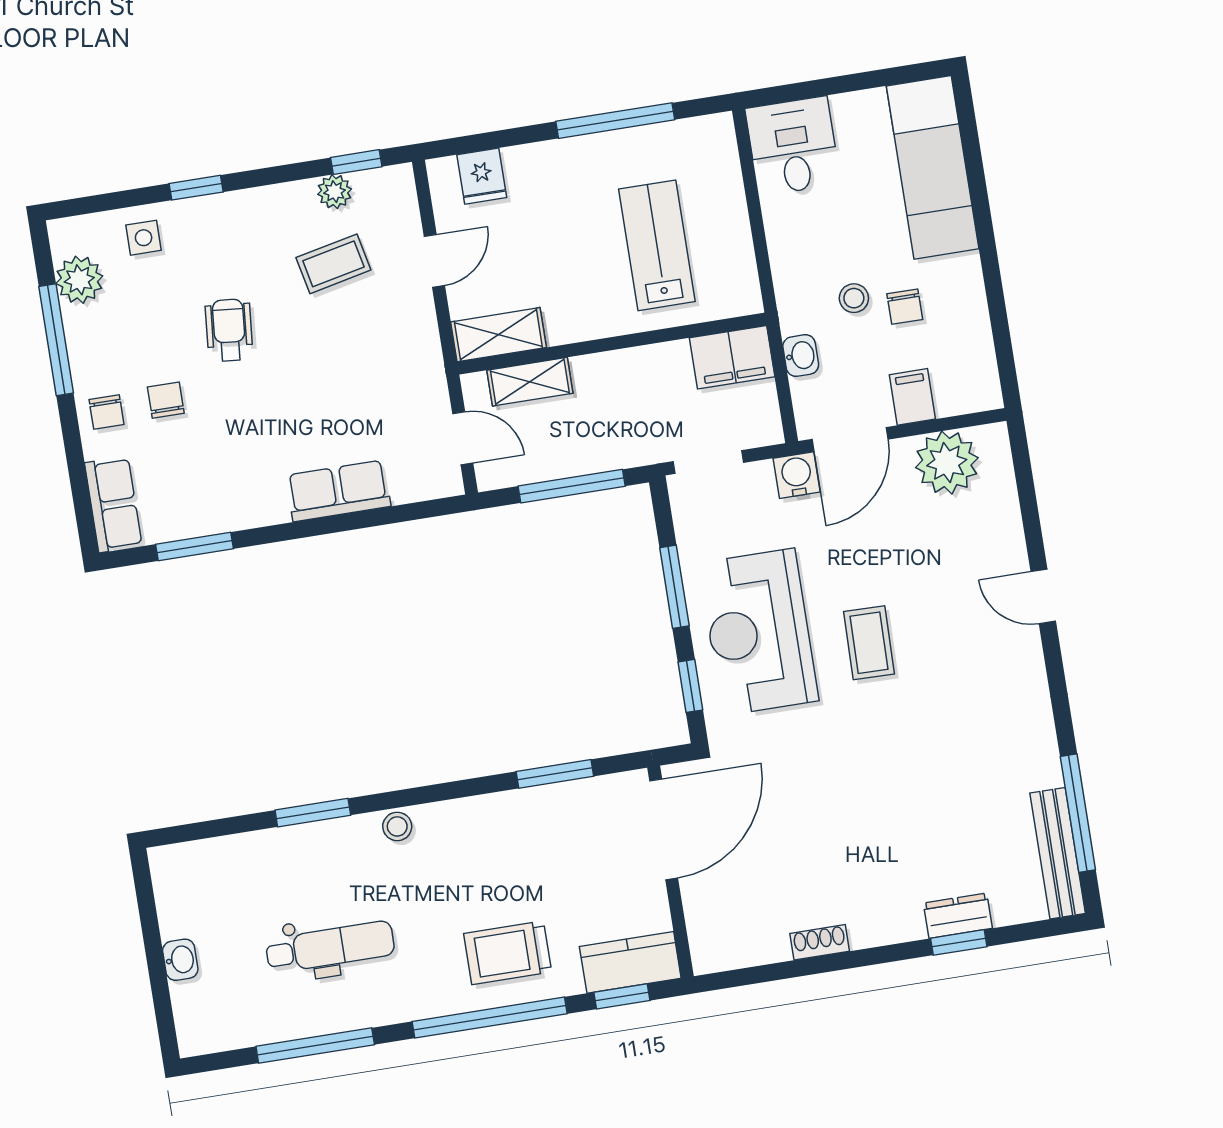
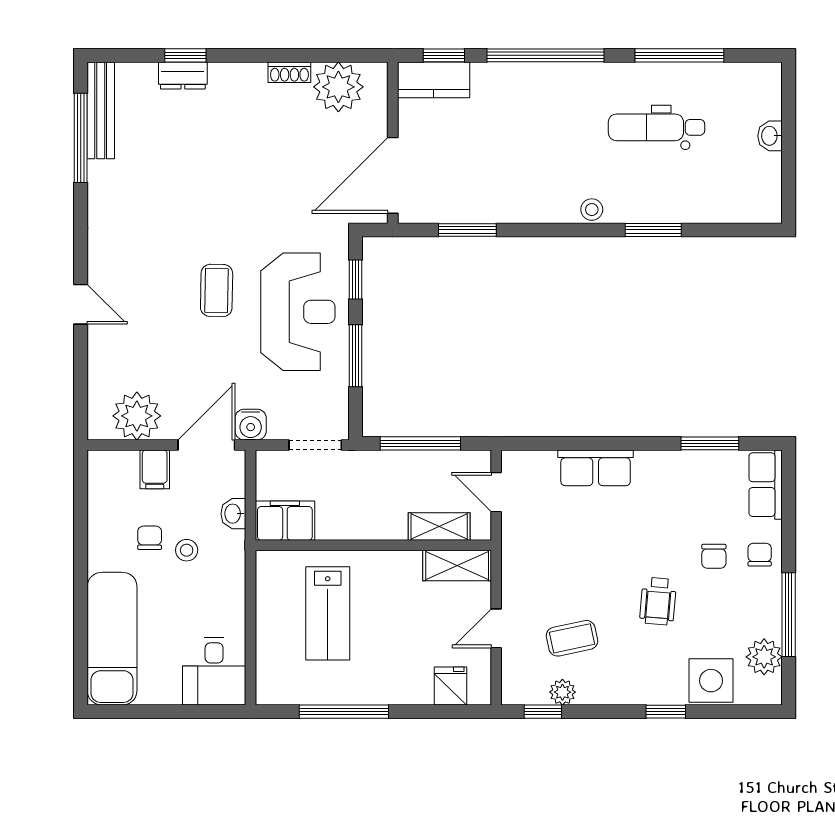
side table: (144, 238) -> (711, 681), width x1.87, depth x1.87
plant: (753, 933) -> (338, 87), added
trolley: (508, 953) -> (524, 102), removed

